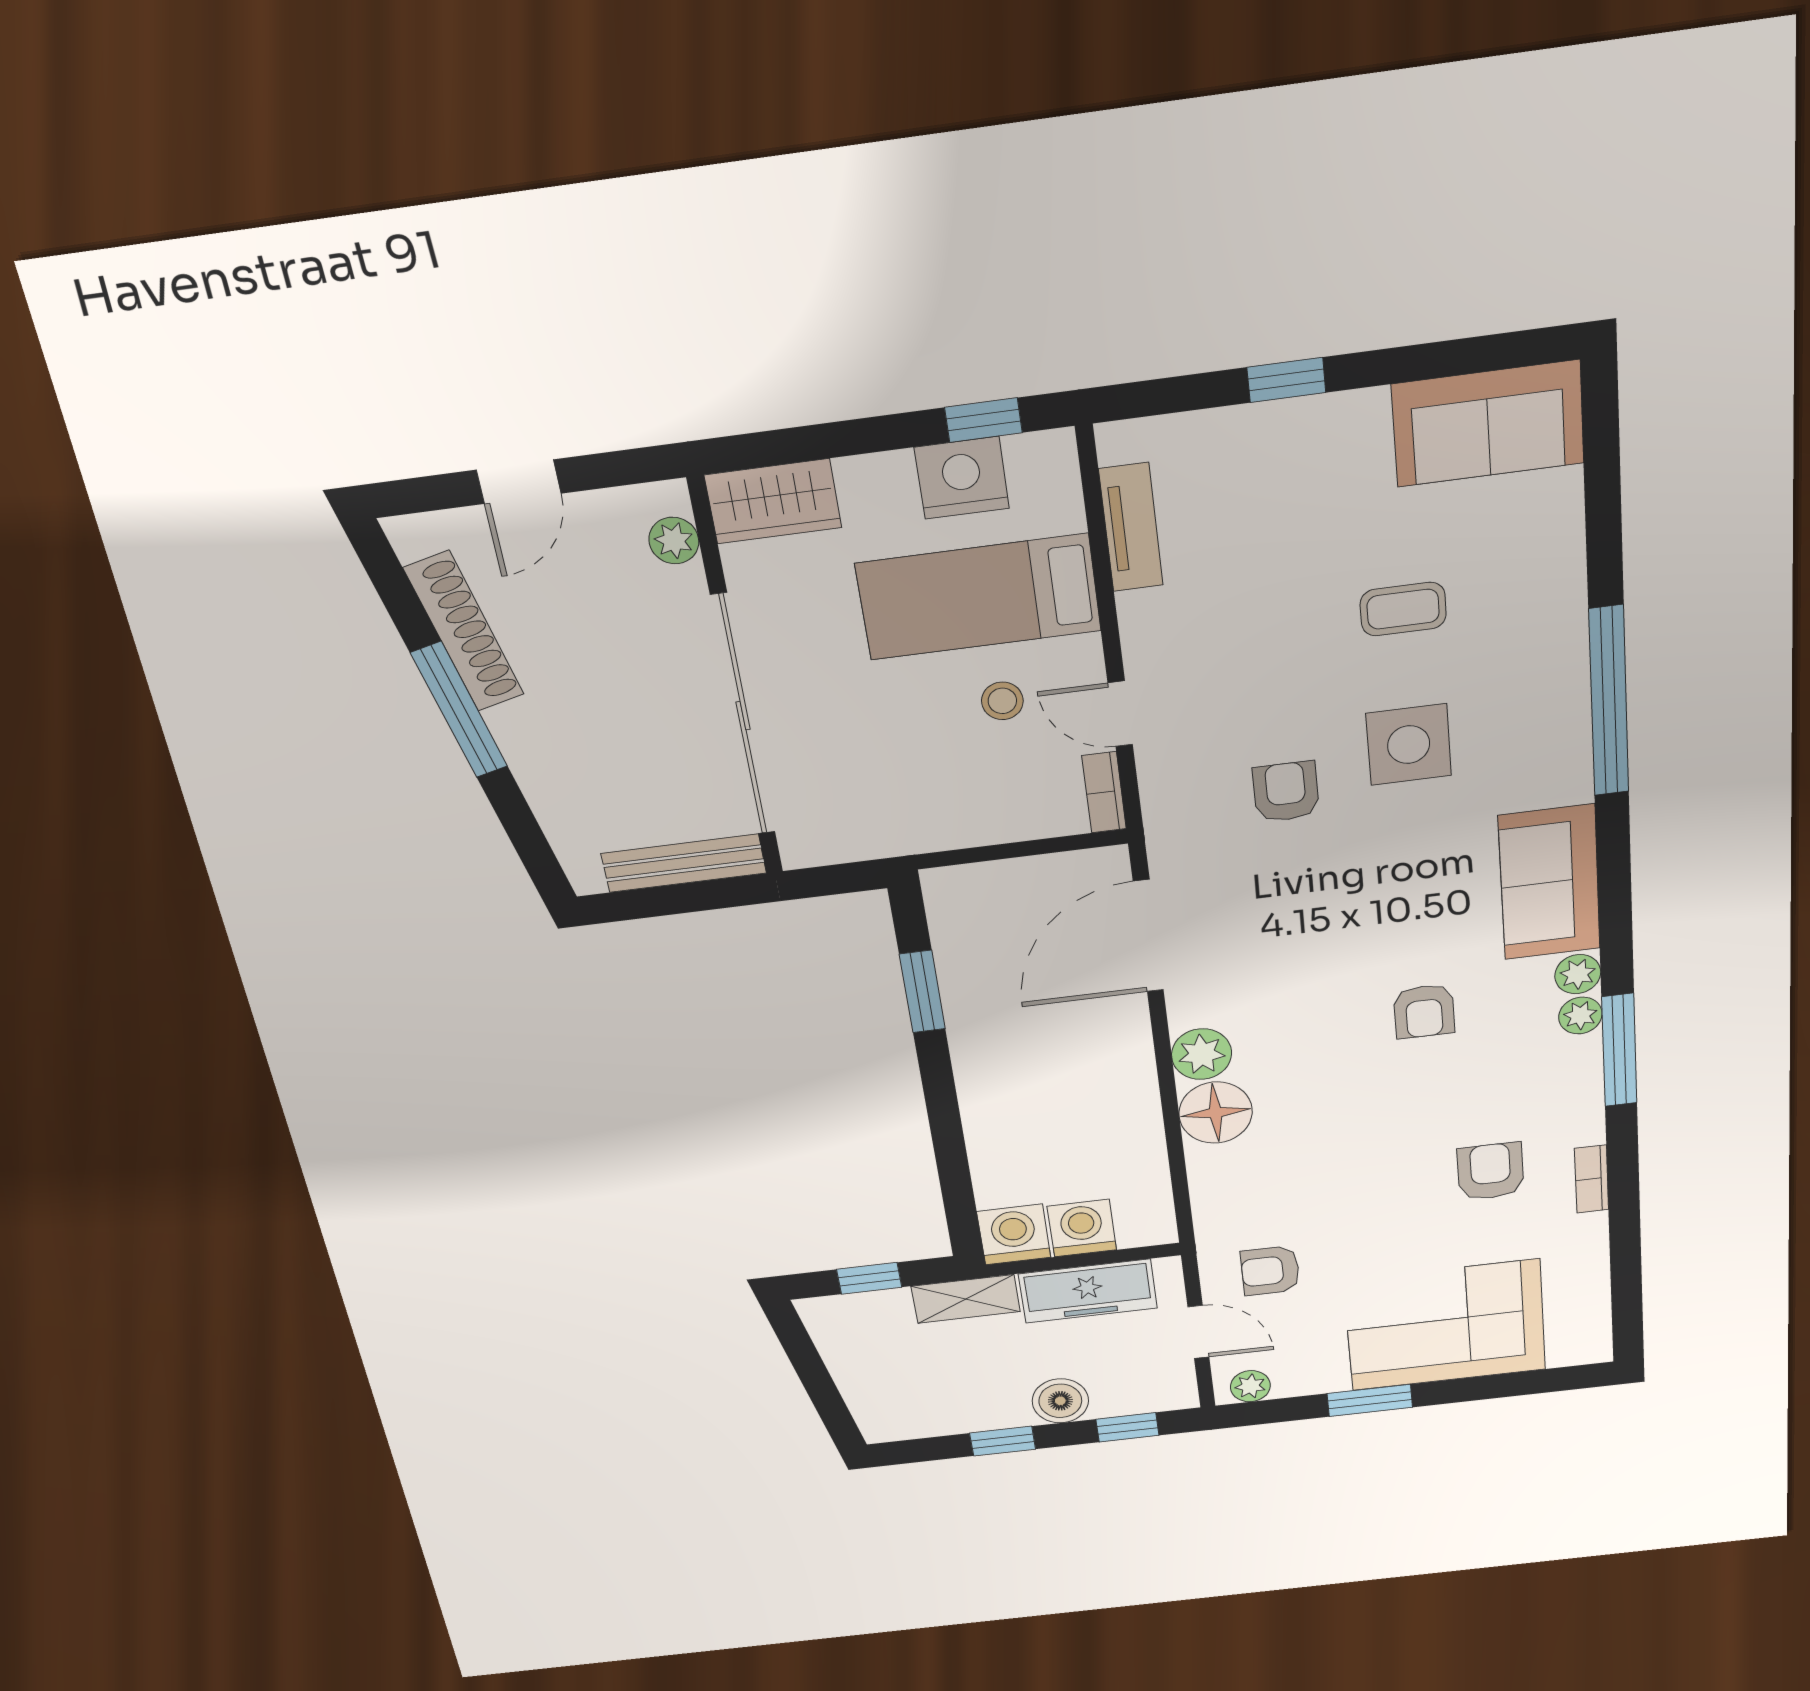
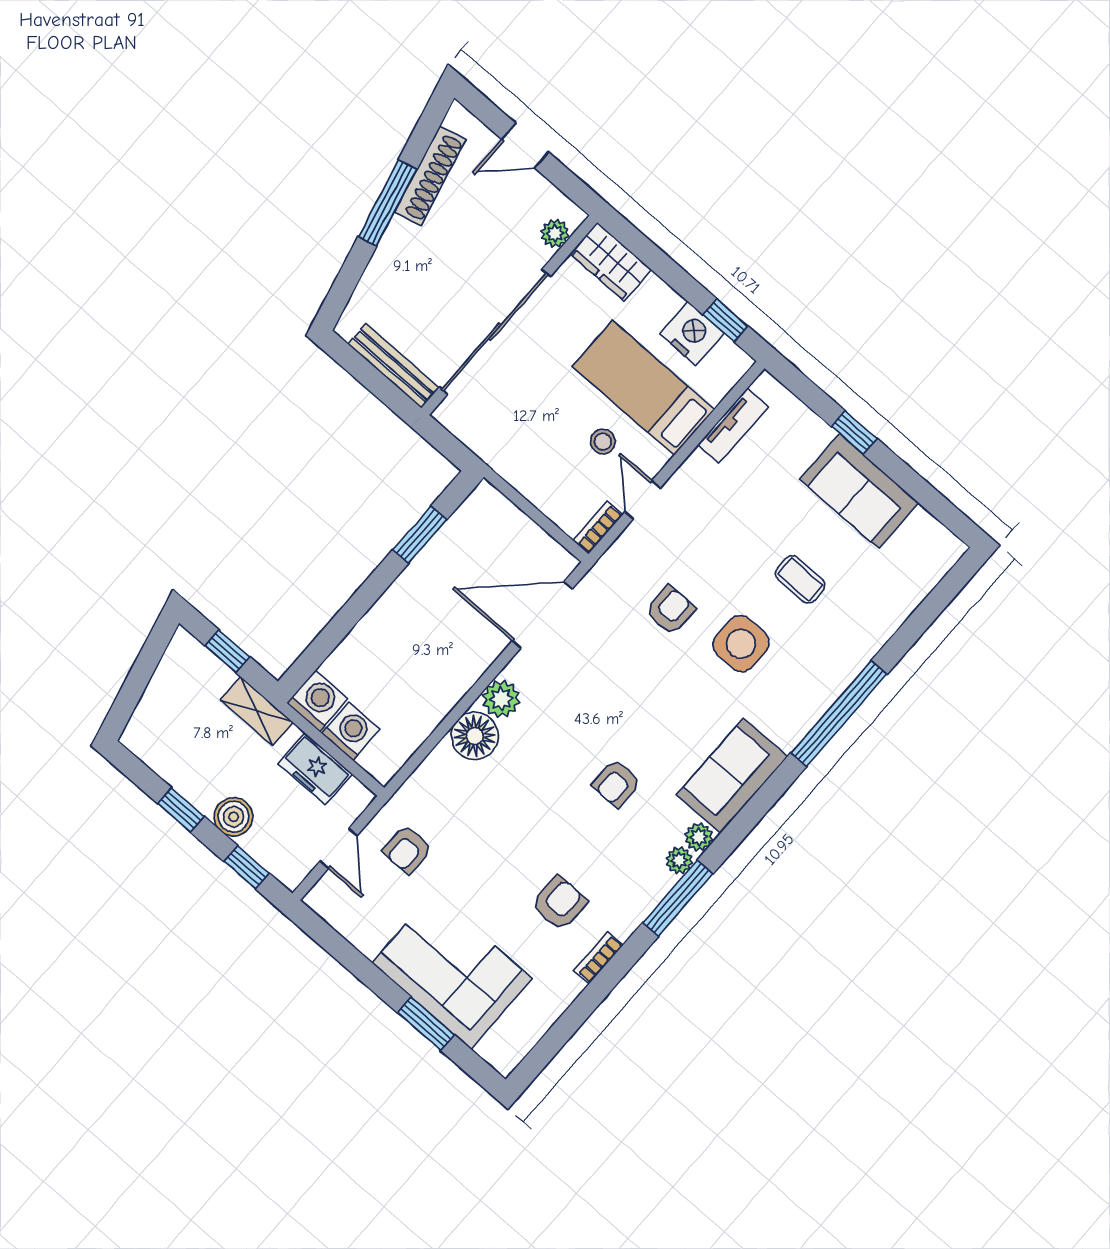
sofa: (1488, 424) -> (859, 491), moved
armchair: (1270, 1271) -> (407, 850), turned -90
freezer: (1088, 1291) -> (315, 769), width x0.71
plant: (1250, 1386) -> (328, 907), removed
window: (1370, 1400) -> (426, 1024), moved

